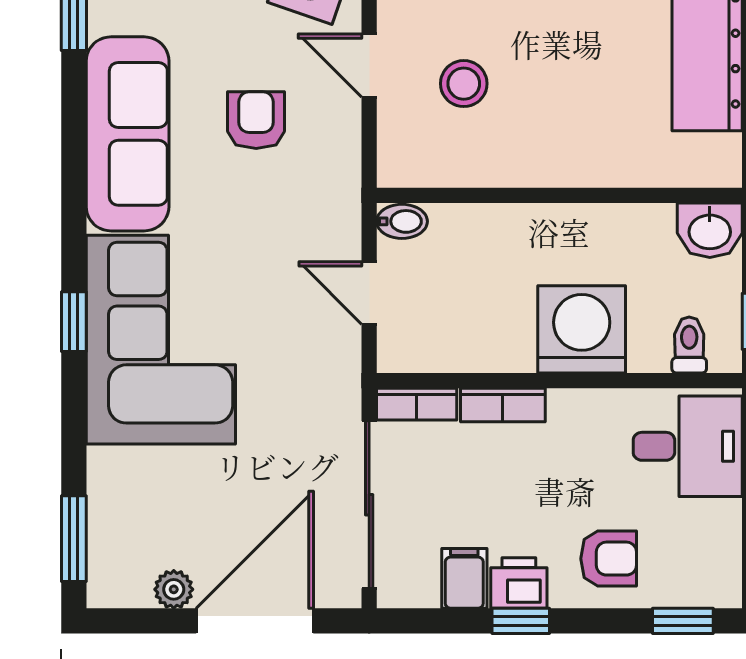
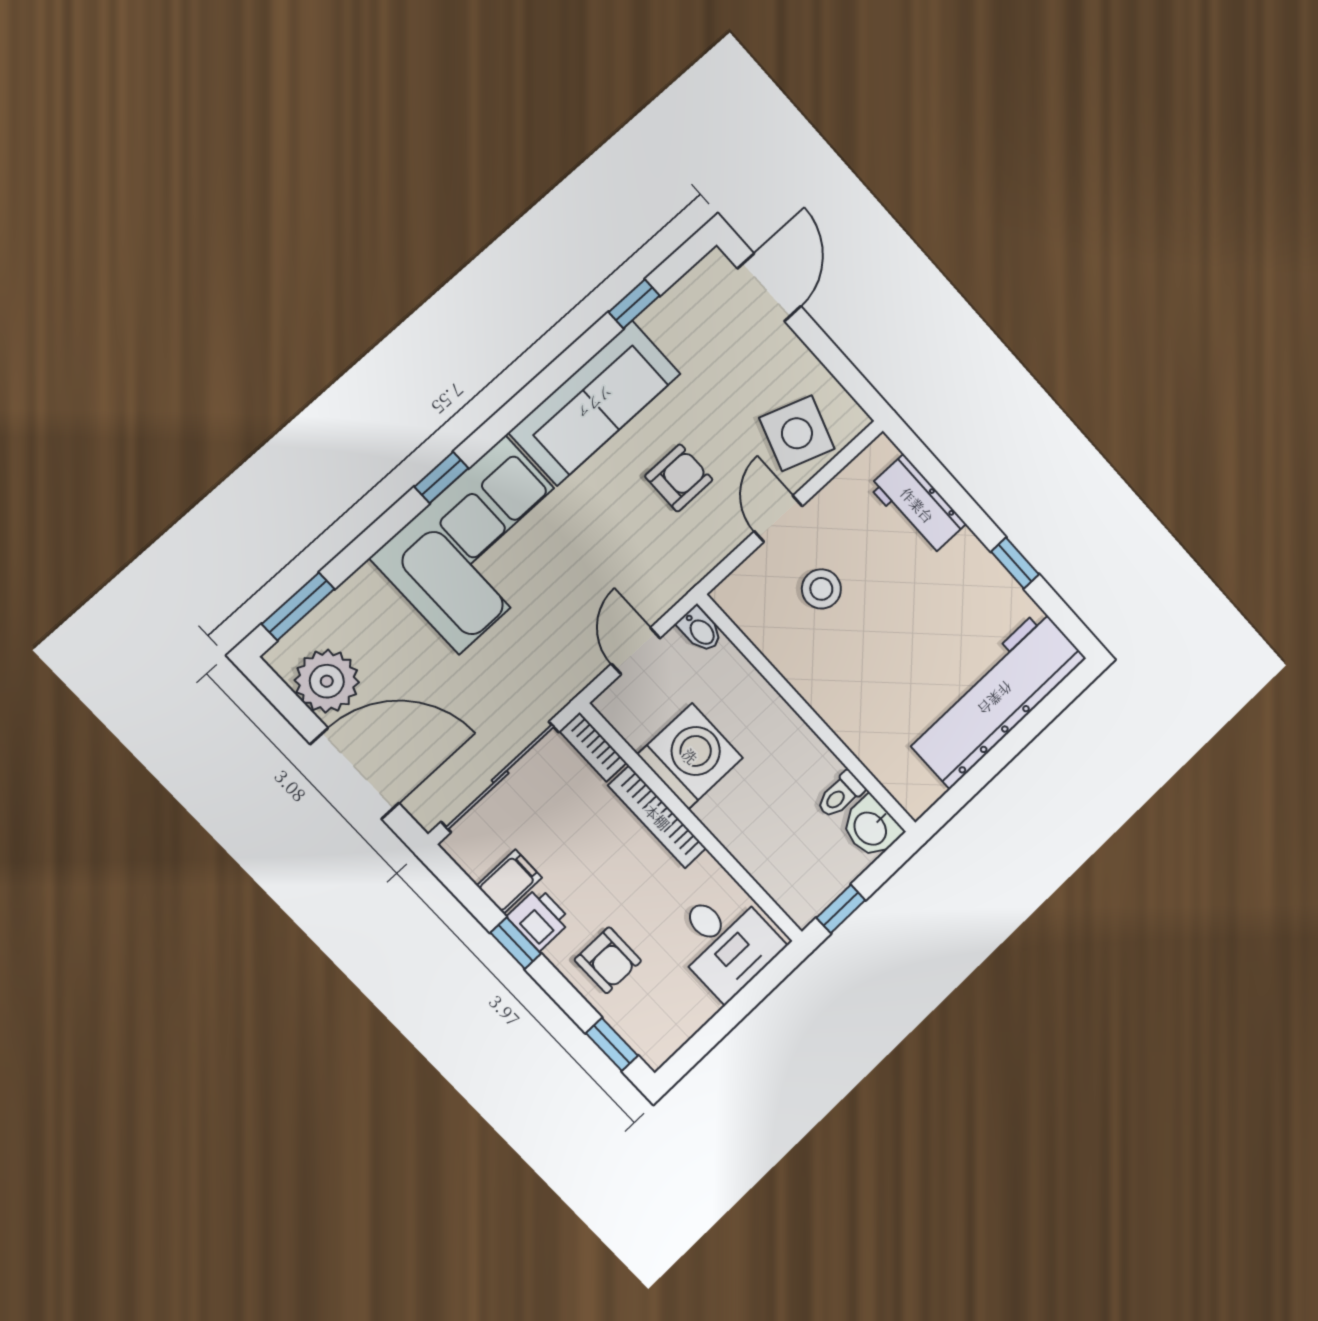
washing machine: (582, 329) -> (690, 756), moved
toilet: (689, 345) -> (840, 795), moved, turned 180
bookcase: (503, 405) -> (657, 817), width x1.56
plant: (174, 589) -> (327, 681), width x1.88, depth x1.88

